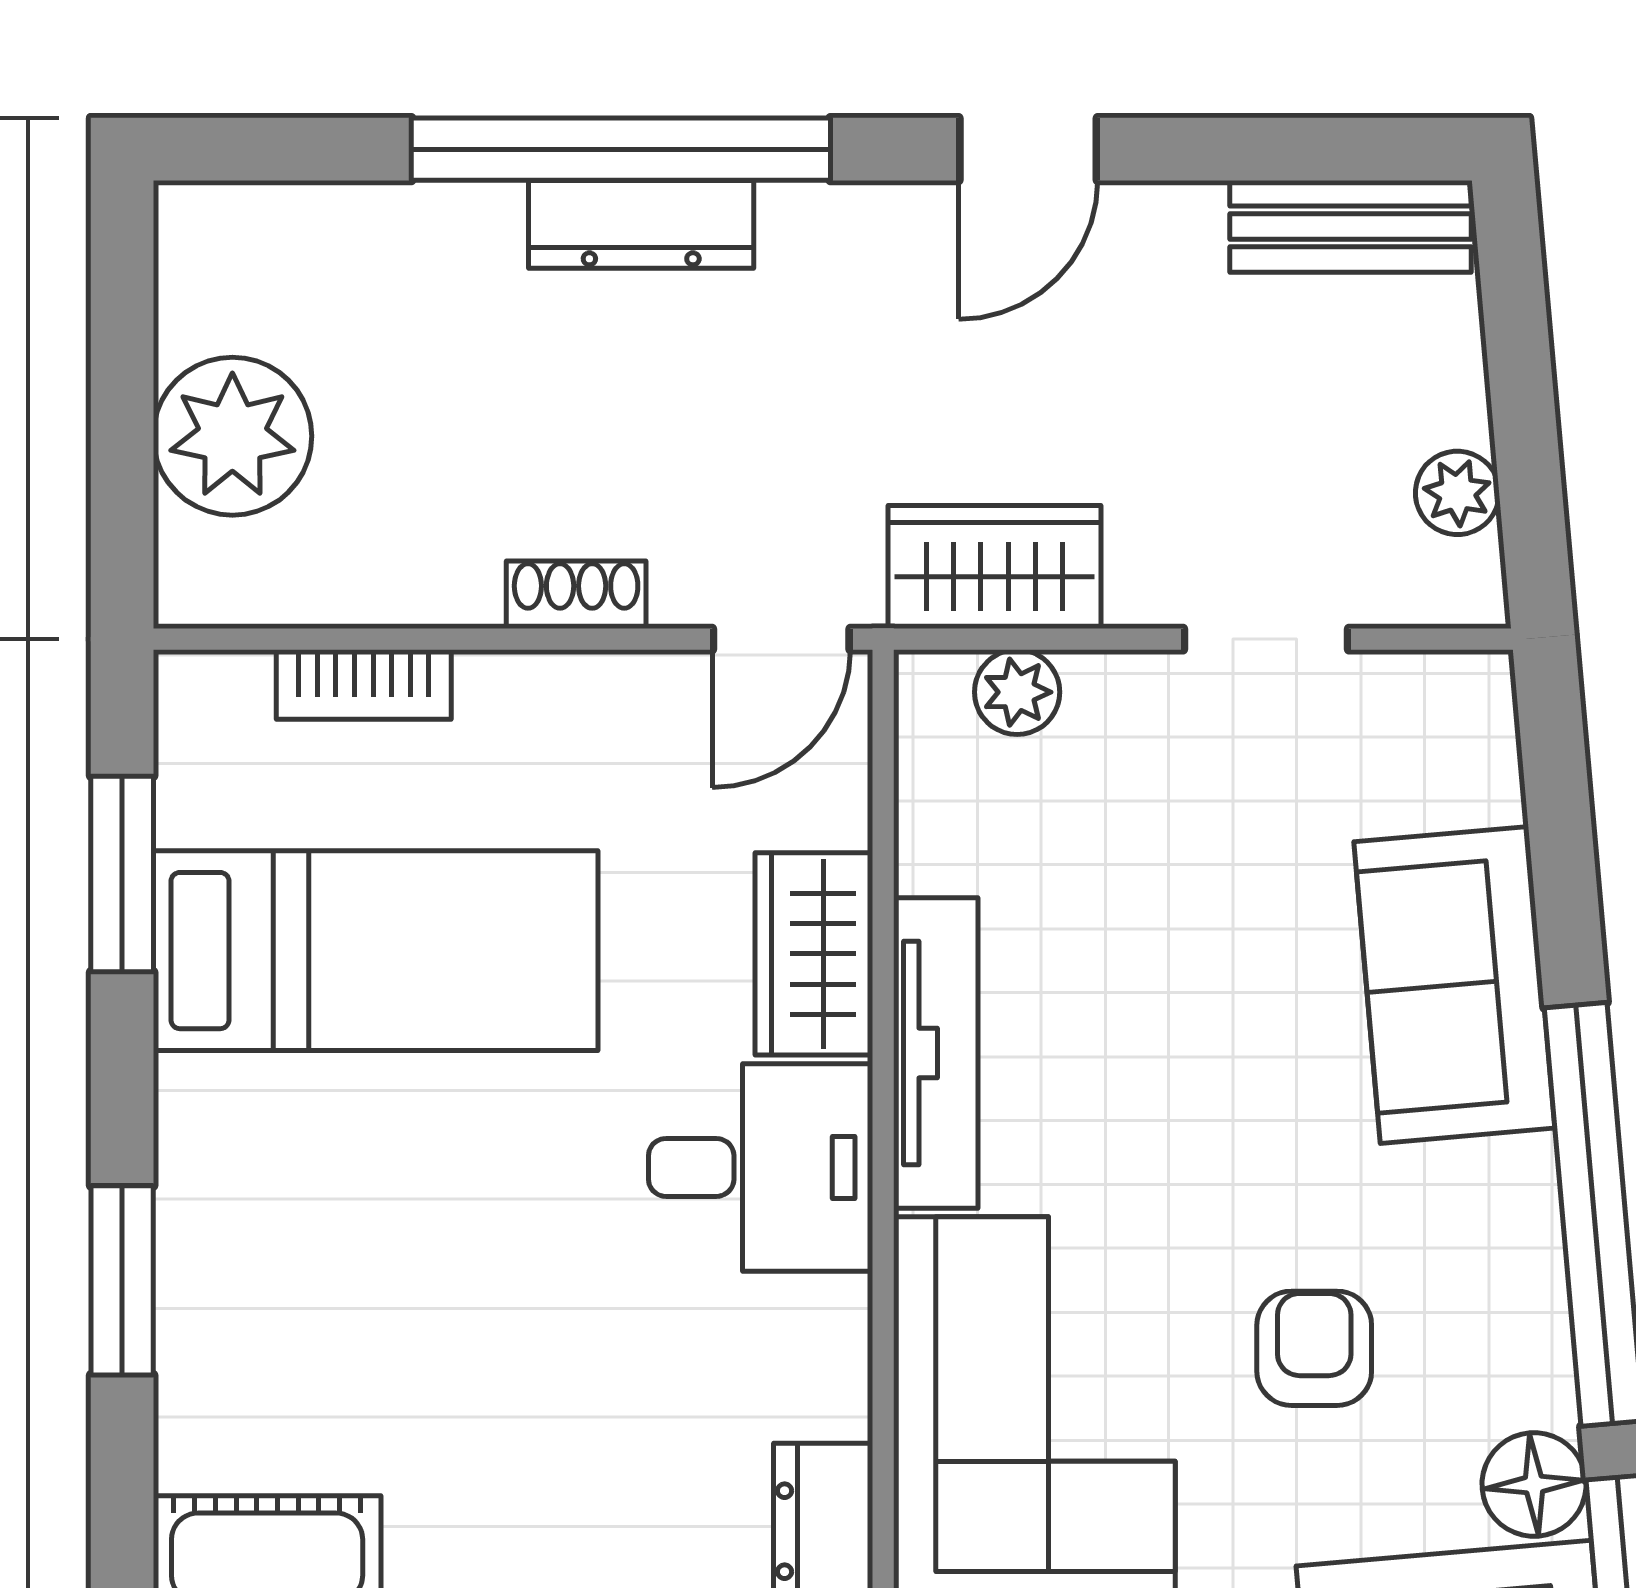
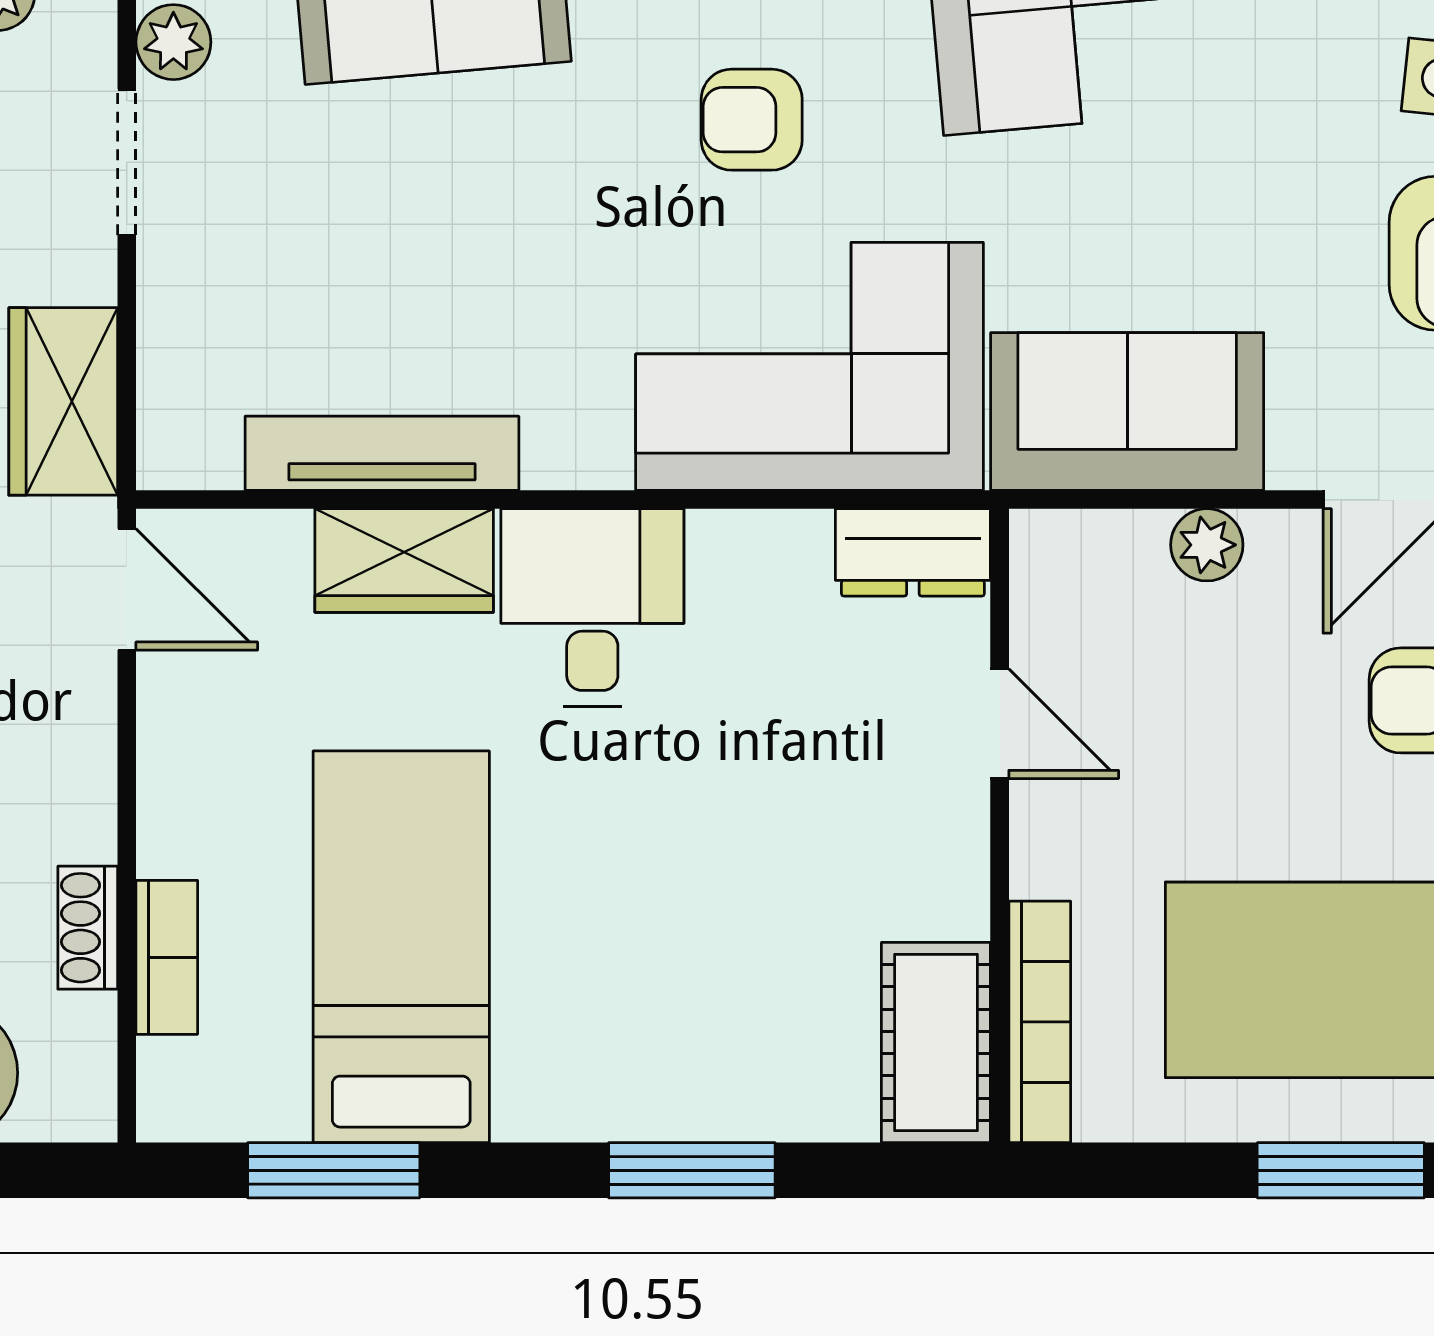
shoe rack: (576, 595) -> (88, 928), moved
plant: (1017, 692) -> (173, 42), moved
tv unit: (936, 1053) -> (382, 453), moved

